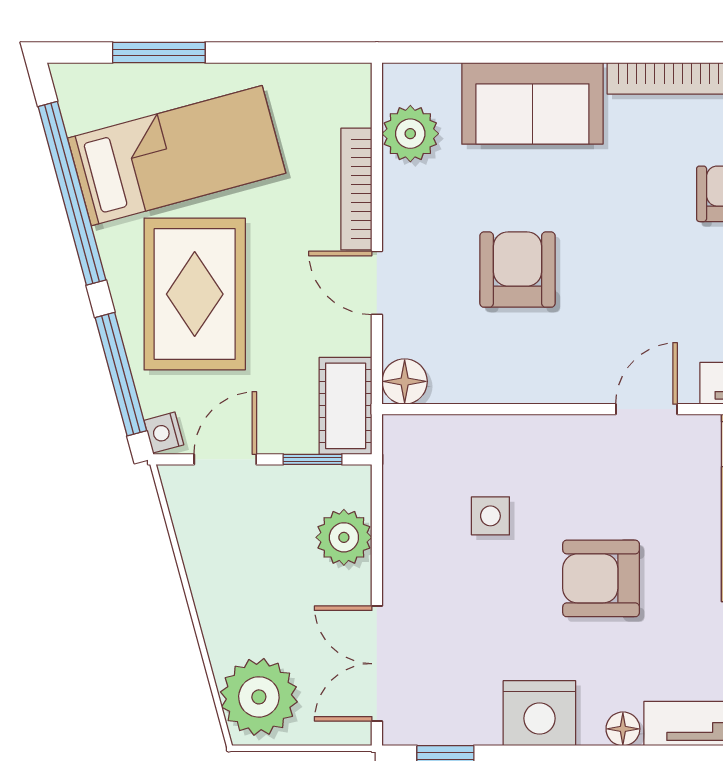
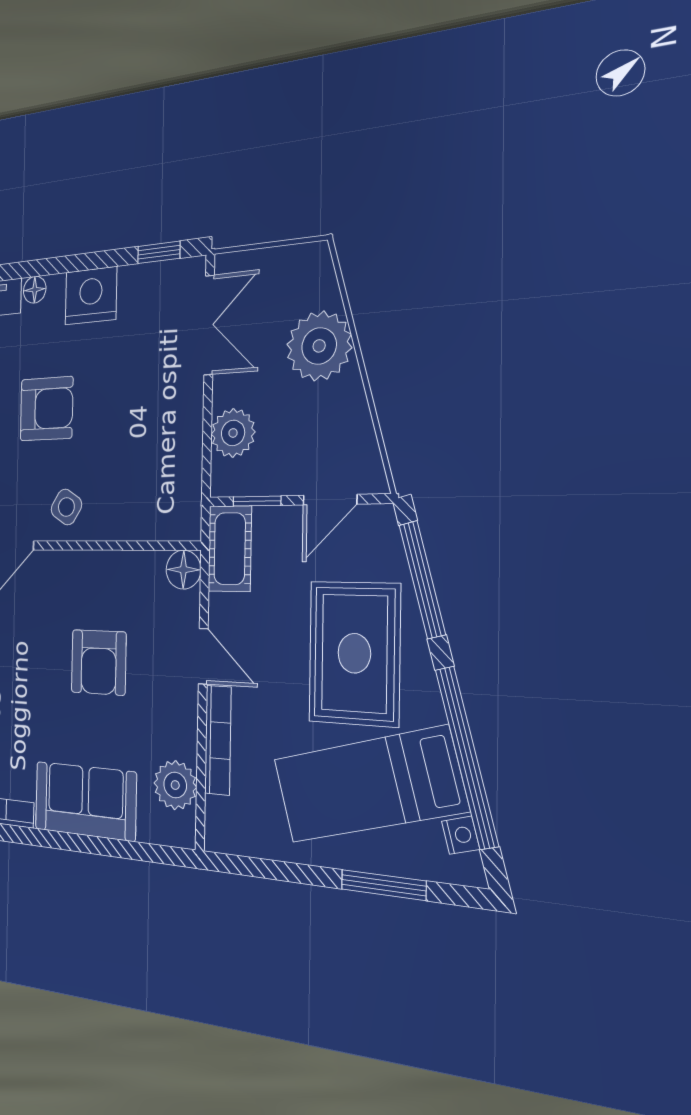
nightstand: (164, 433) -> (461, 835), moved
side table: (490, 516) -> (66, 507), moved, turned 33
plant: (259, 697) -> (319, 346), moved

